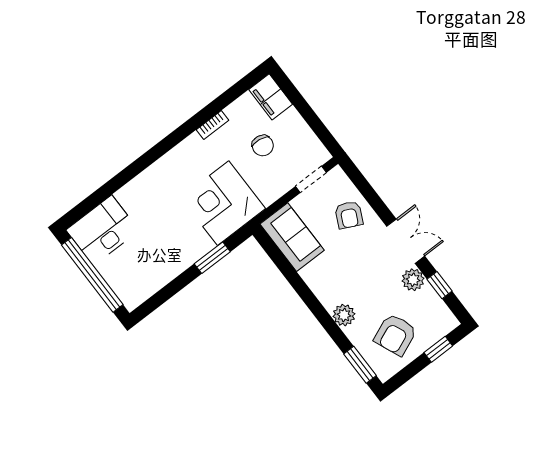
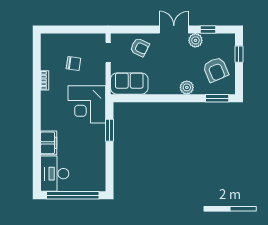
filing cabinet: (271, 97) -> (49, 143), moved, turned -90

